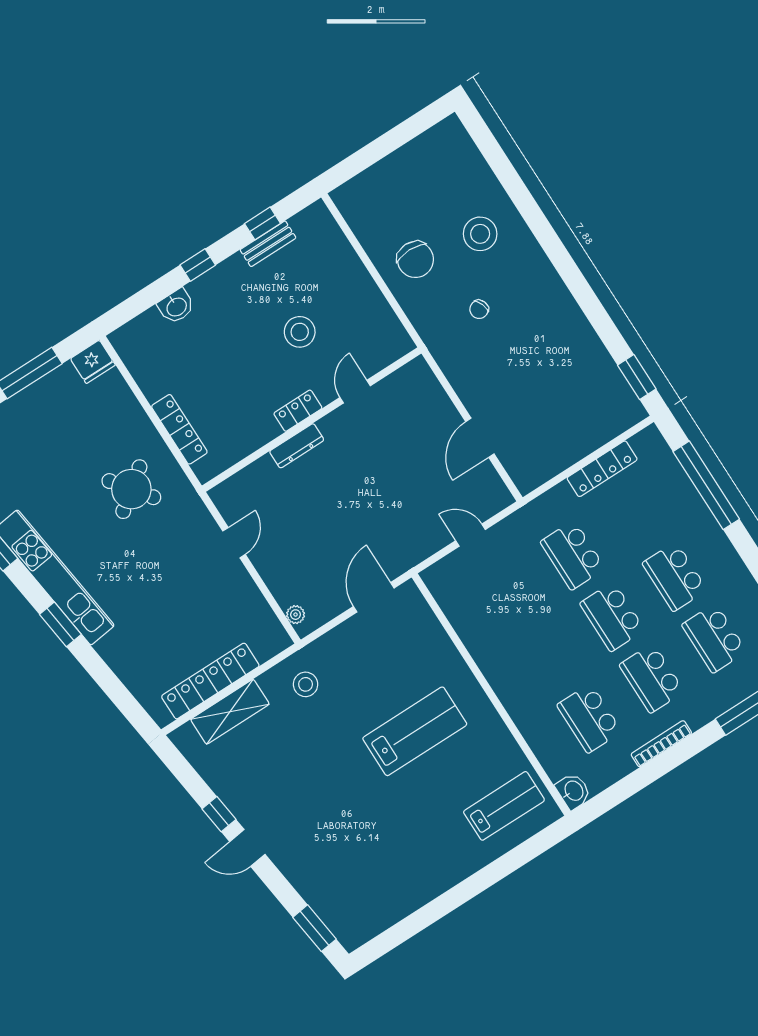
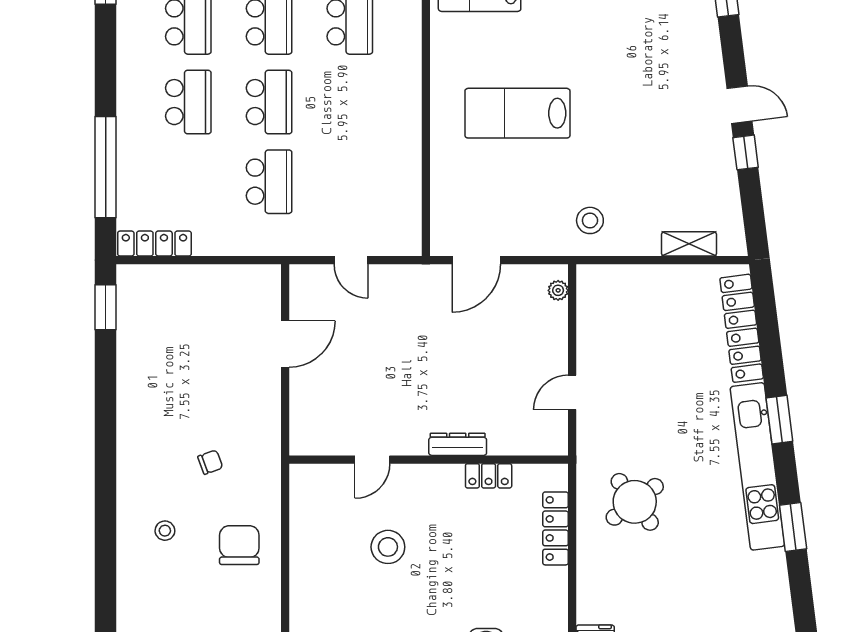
stool: (480, 234) -> (165, 531), width x0.53, depth x0.53
locker: (298, 411) -> (489, 476), moved
locker: (602, 469) -> (154, 244), moved
locker: (210, 681) -> (742, 328), moved, turned 83
shelving: (230, 712) -> (689, 244), width x0.67, depth x0.75

